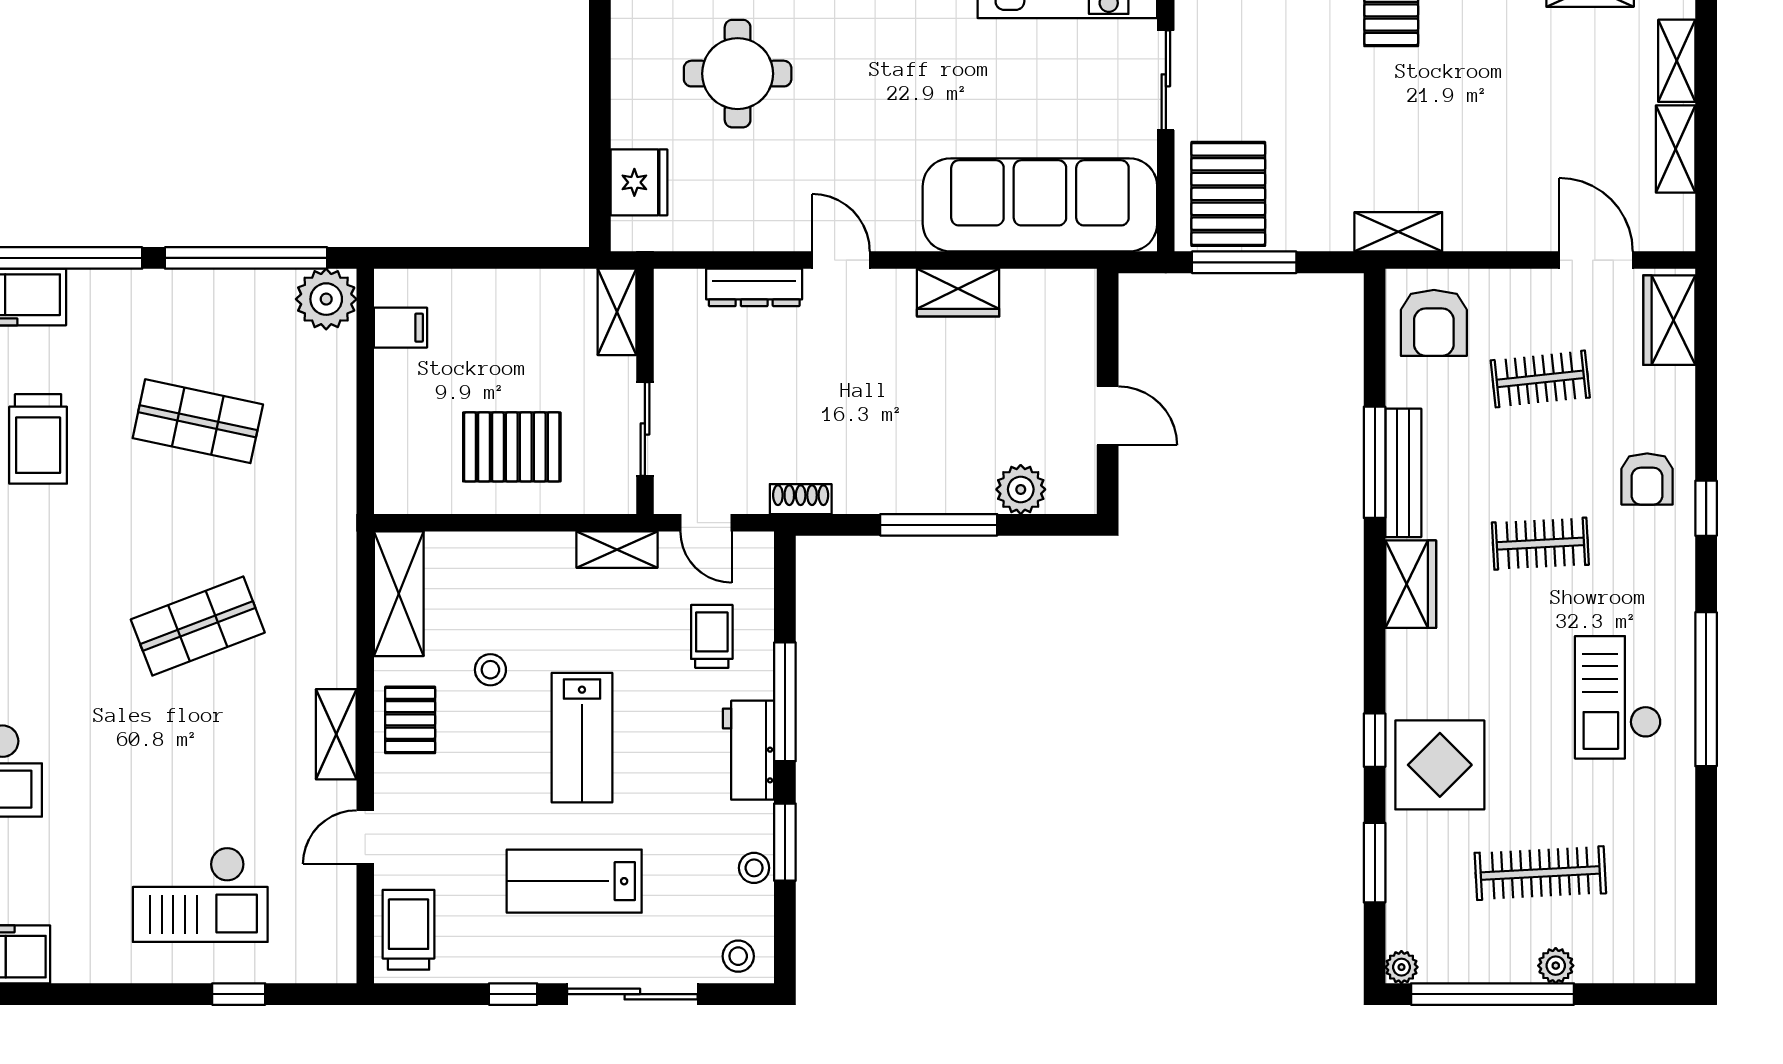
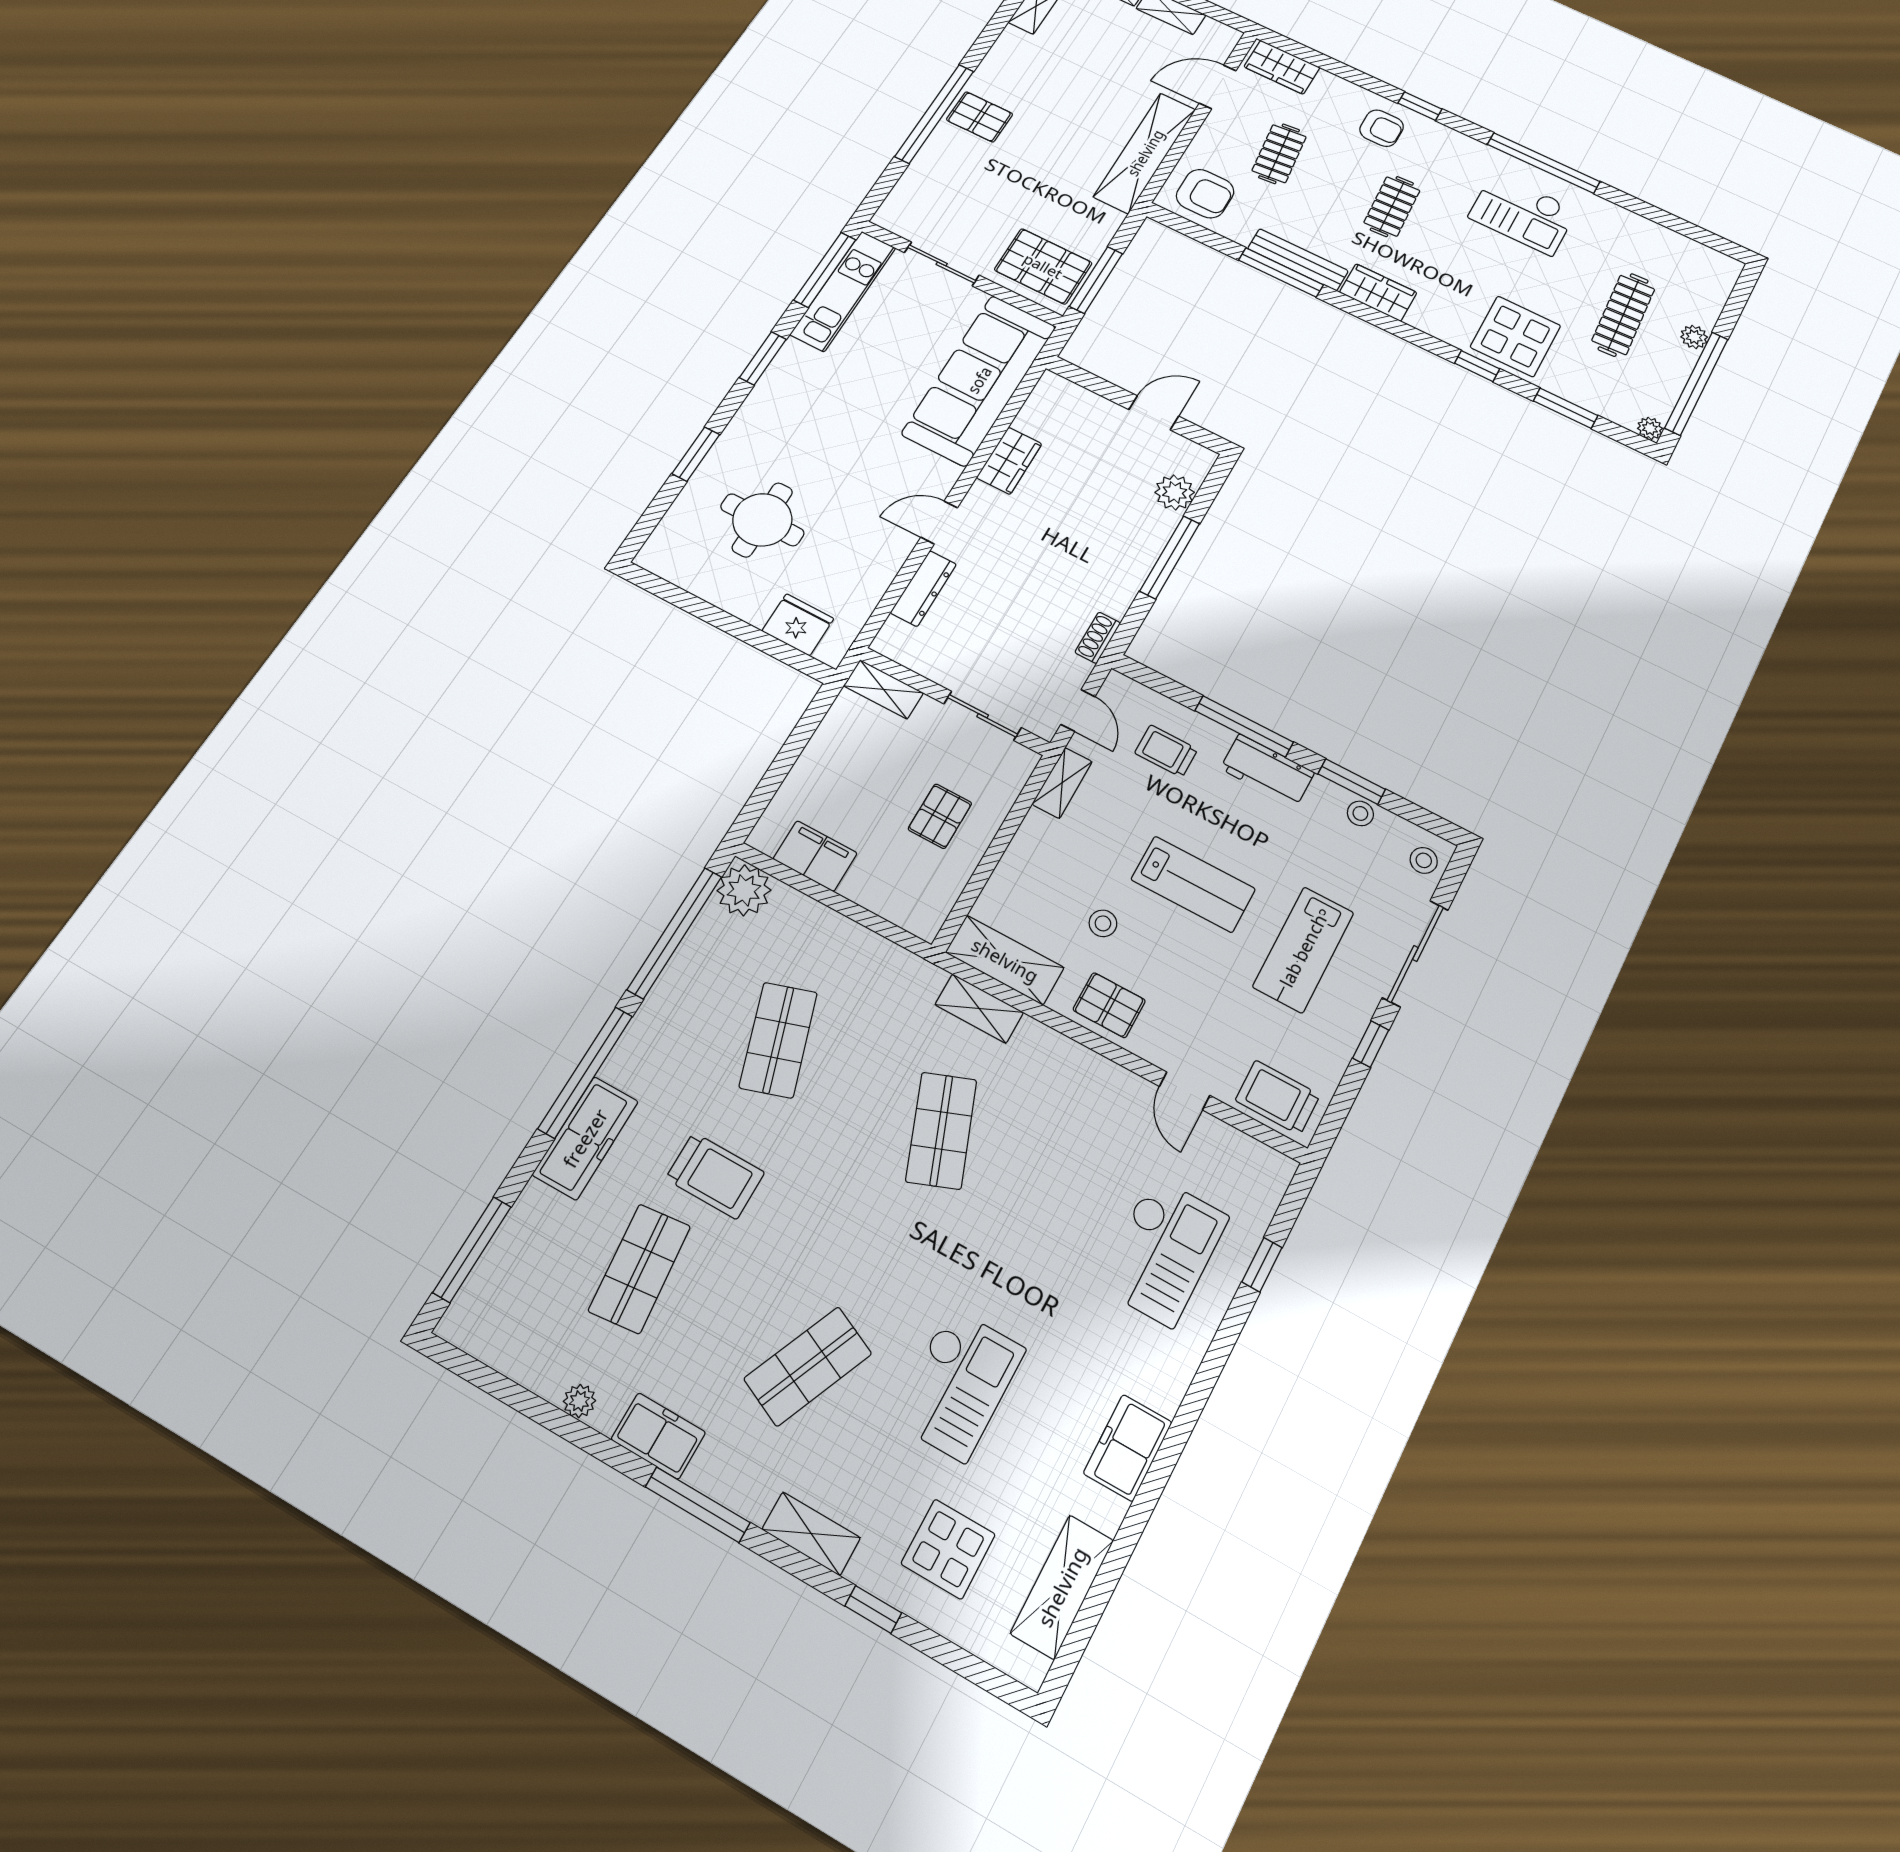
shelving: (1398, 232) -> (1145, 153), width x2.20, depth x1.33
filing cabinet: (400, 328) -> (815, 856), width x2.00
shop shelf: (198, 421) -> (778, 1040), turned -30
pallet: (512, 447) -> (940, 816), width x0.67, depth x0.71
door: (706, 523) -> (1078, 711), hinge flipped
shelving: (336, 734) -> (979, 1008), moved

